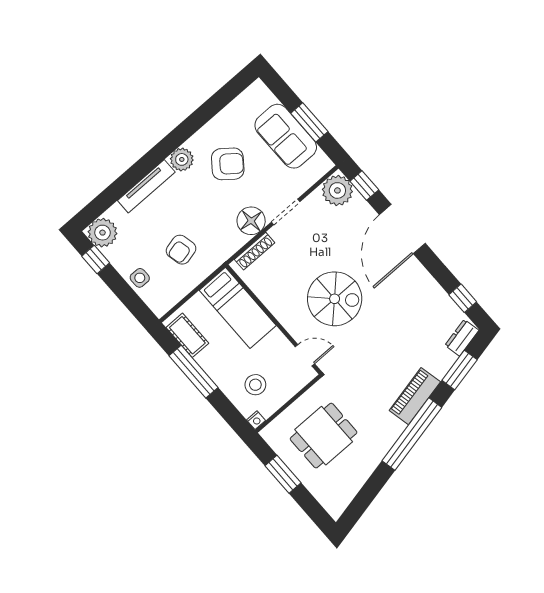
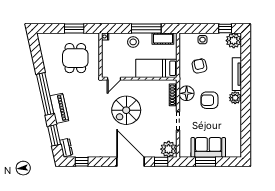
armchair: (228, 164) -> (209, 100), moved, turned 52
floor lamp: (251, 221) -> (187, 93), moved
stool: (255, 385) -> (133, 42), moved

